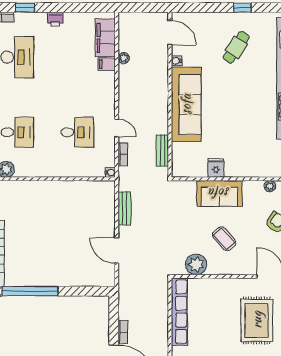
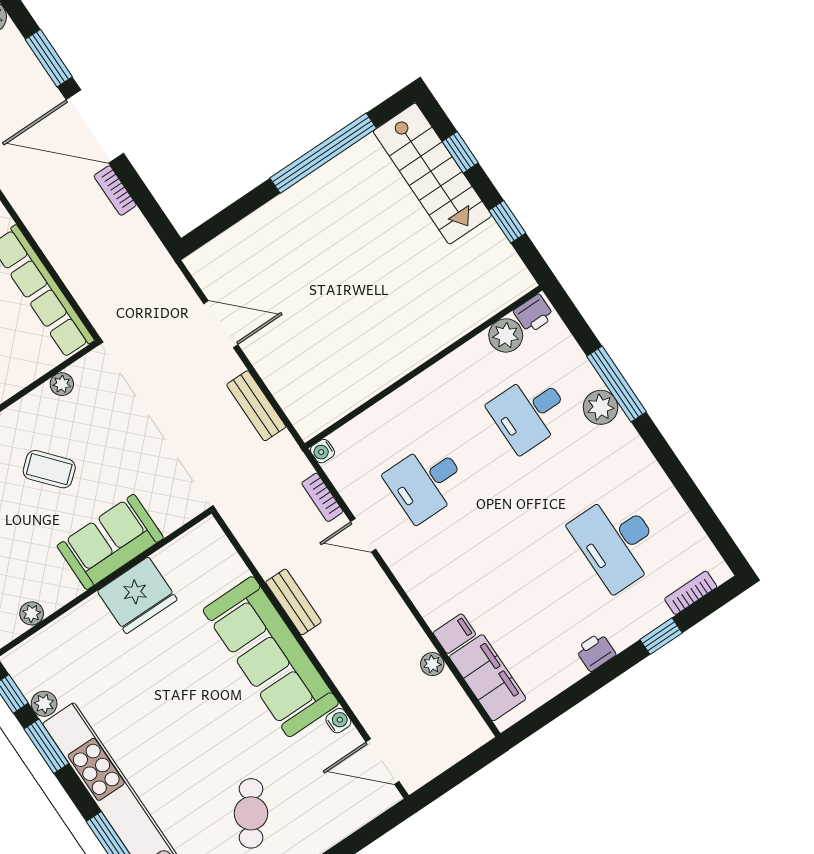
bench: (162, 151) -> (294, 602), moved
fridge: (216, 168) -> (137, 595), width x1.88, depth x1.34
plant: (196, 264) -> (62, 384), width x0.53, depth x0.53

